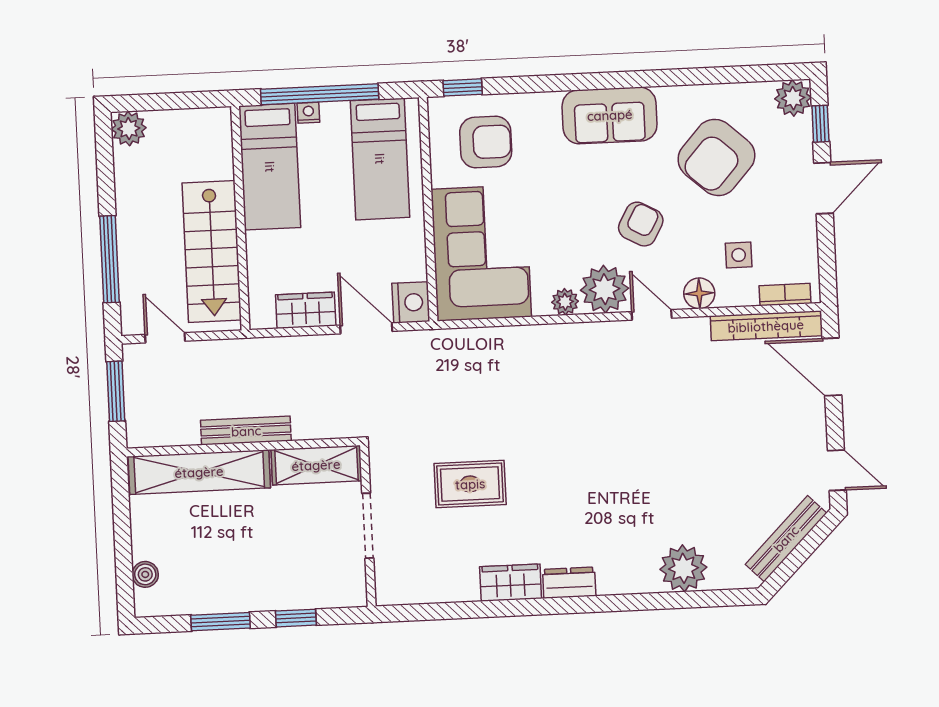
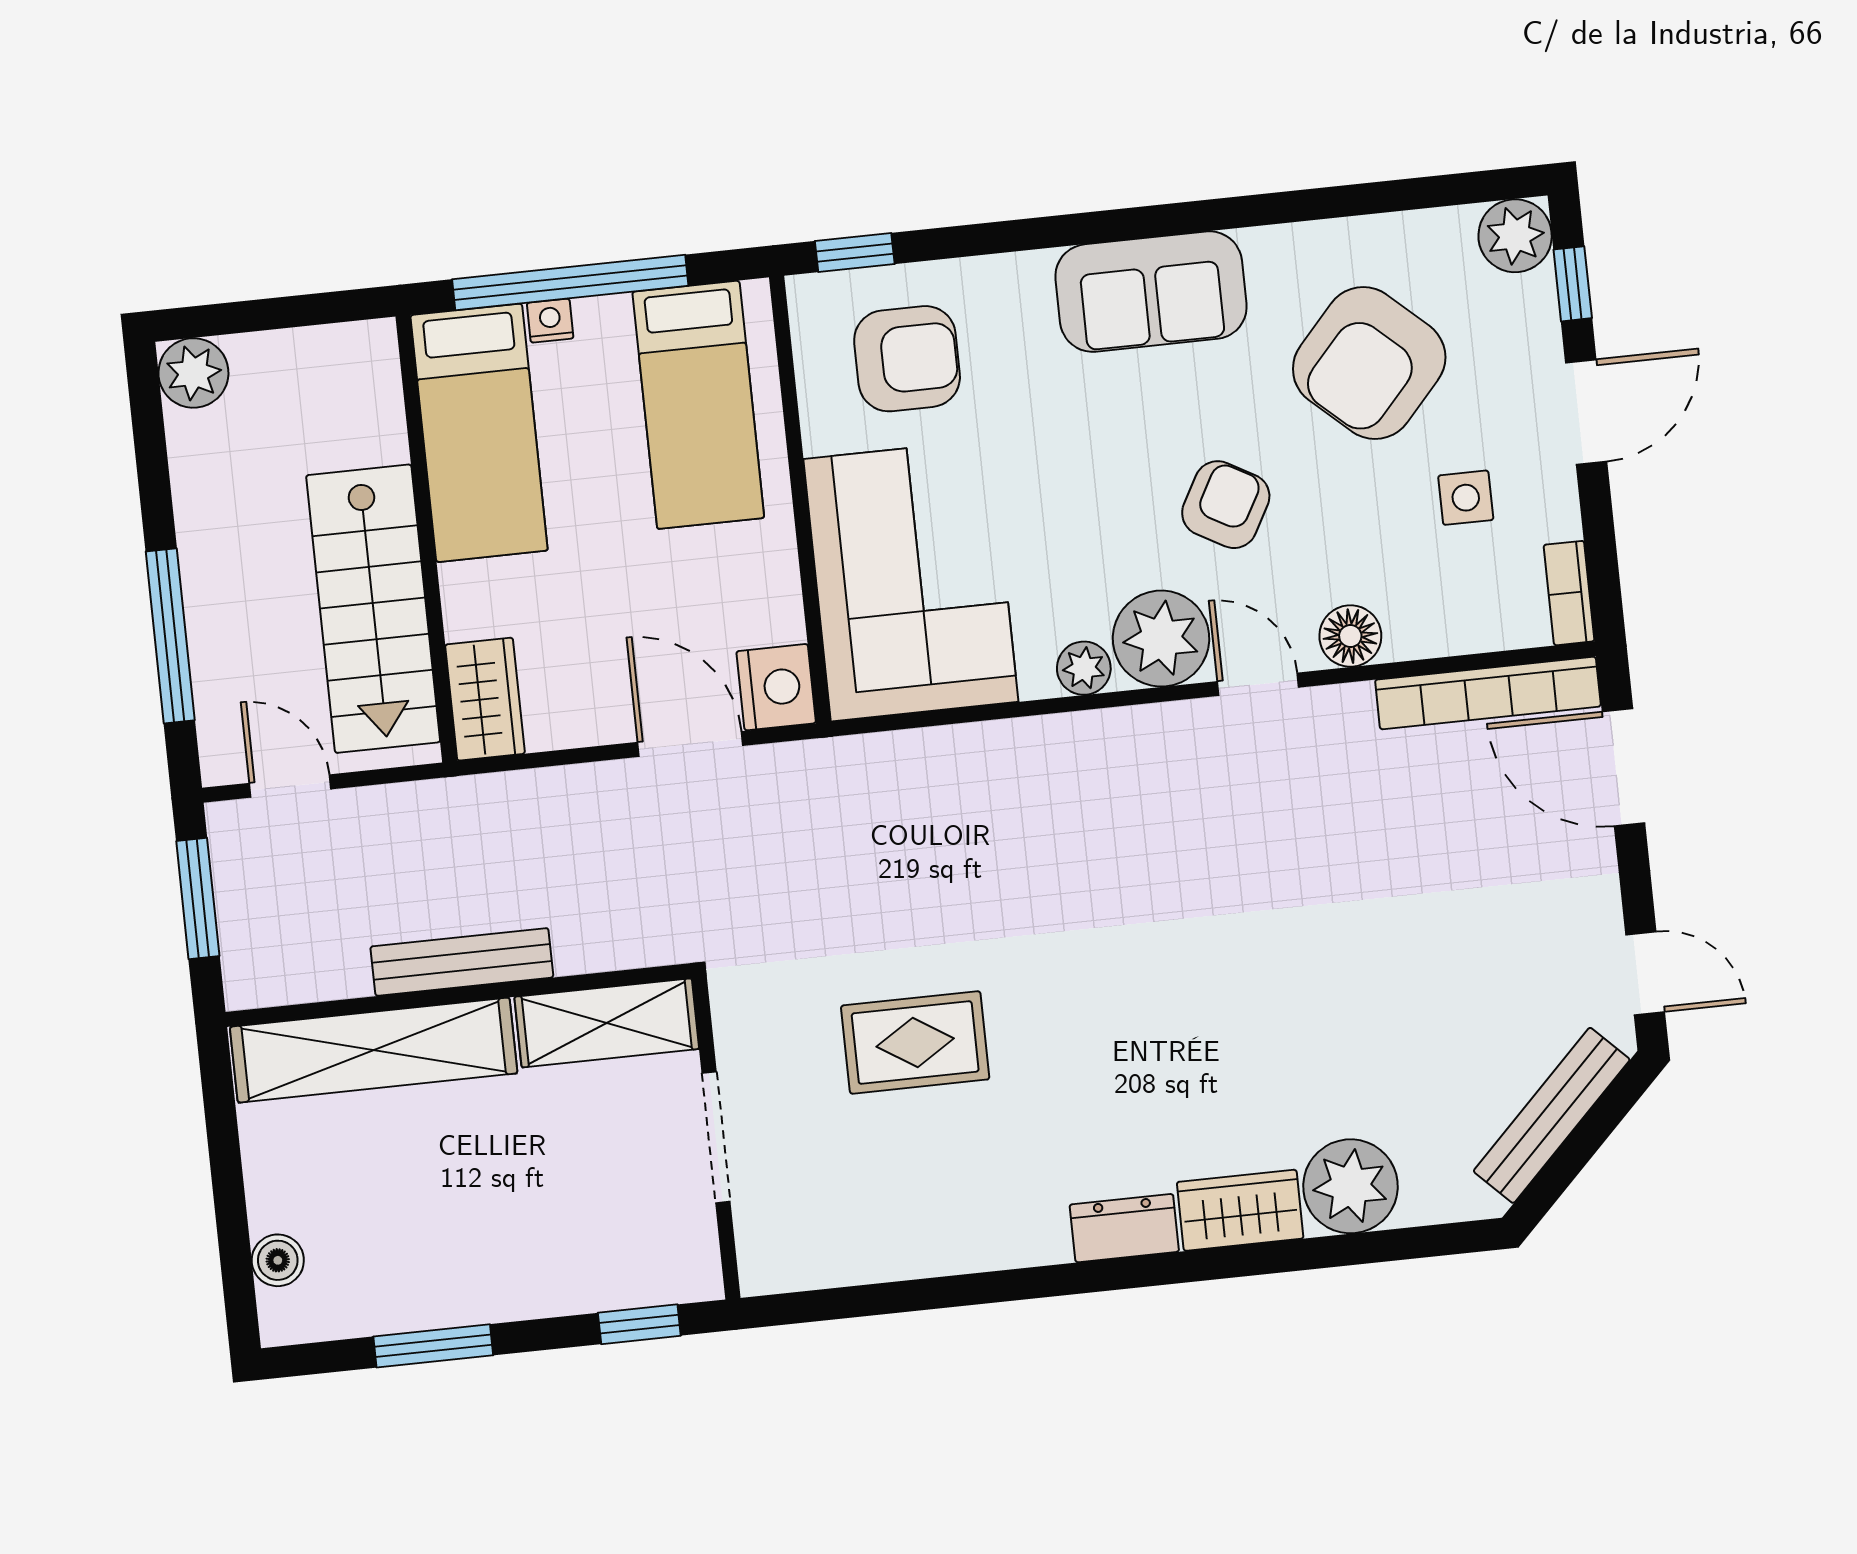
side table: (739, 255) -> (1466, 498), moved
bookcase: (785, 295) -> (1569, 593), moved, turned -90
wardrobe: (306, 310) -> (485, 699), moved, turned 90
wardrobe: (511, 583) -> (1240, 1210), moved
window: (296, 618) -> (639, 1324), moved

